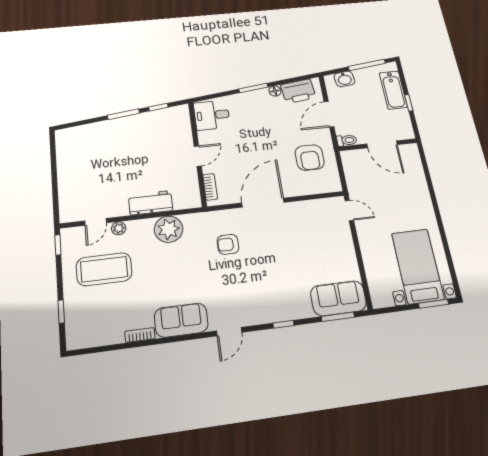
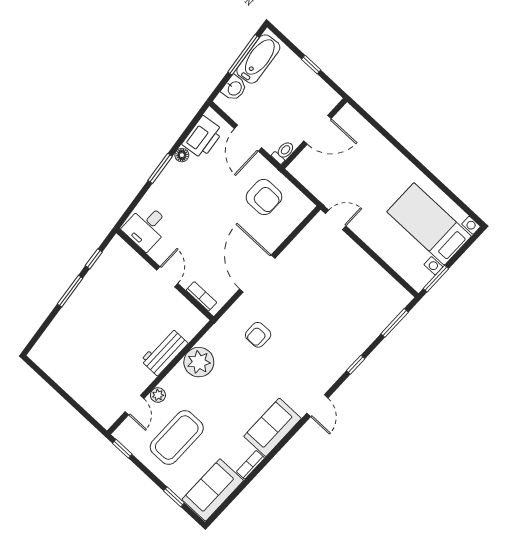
bathtub: (393, 90) -> (258, 59), moved, turned -97
sofa: (338, 298) -> (213, 490), moved
window: (434, 304) -> (436, 279), moved

